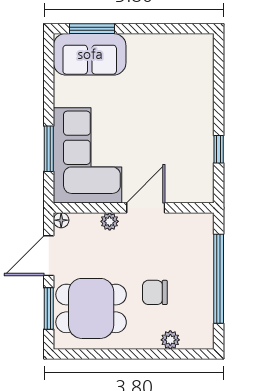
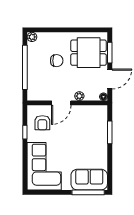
window: (92, 29) -> (88, 192), width x1.44
corner sofa: (88, 155) -> (44, 166), moved, turned 180
armchair: (184, 168) -> (42, 123), added
plant: (170, 340) -> (32, 37), moved

